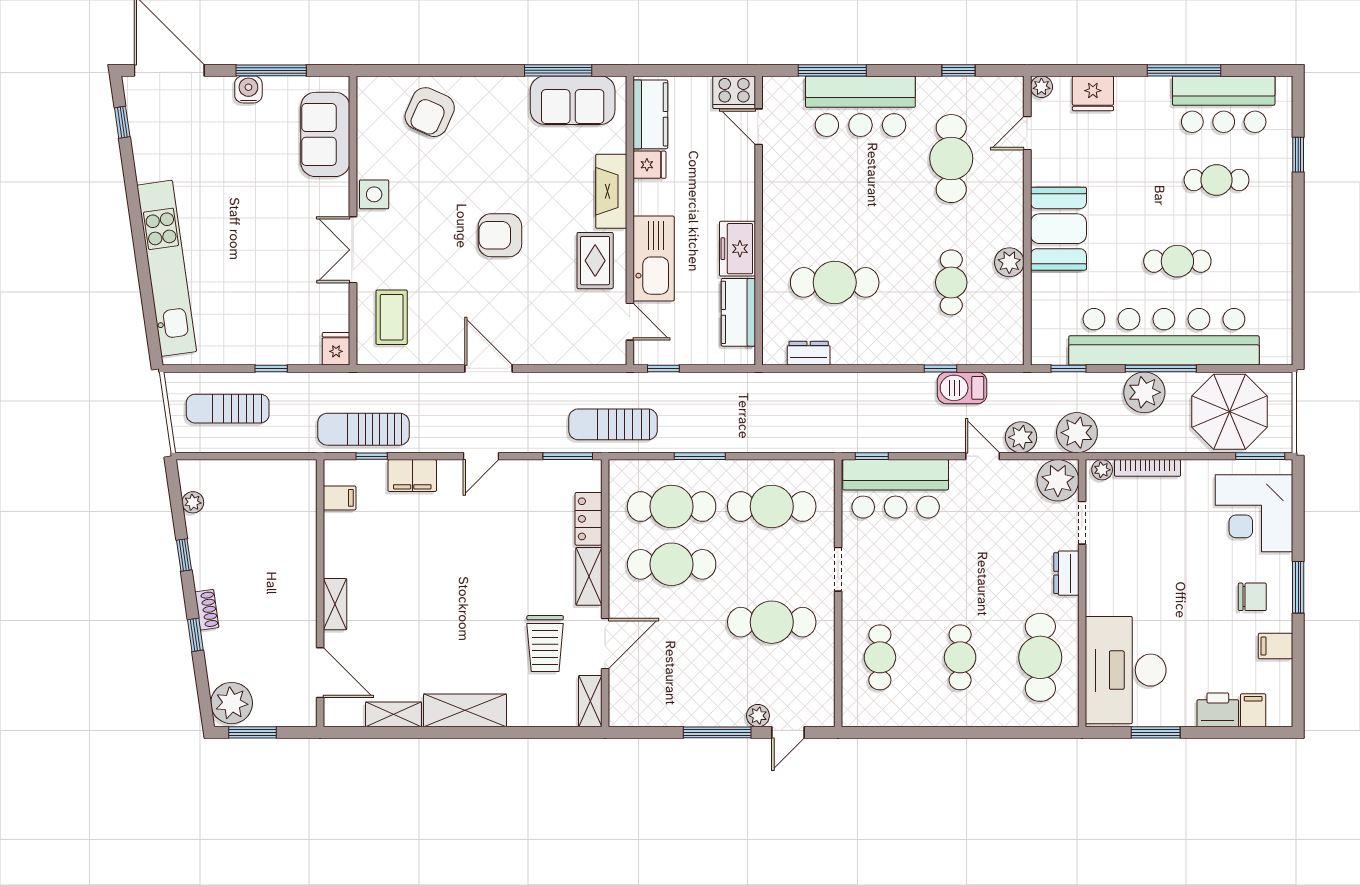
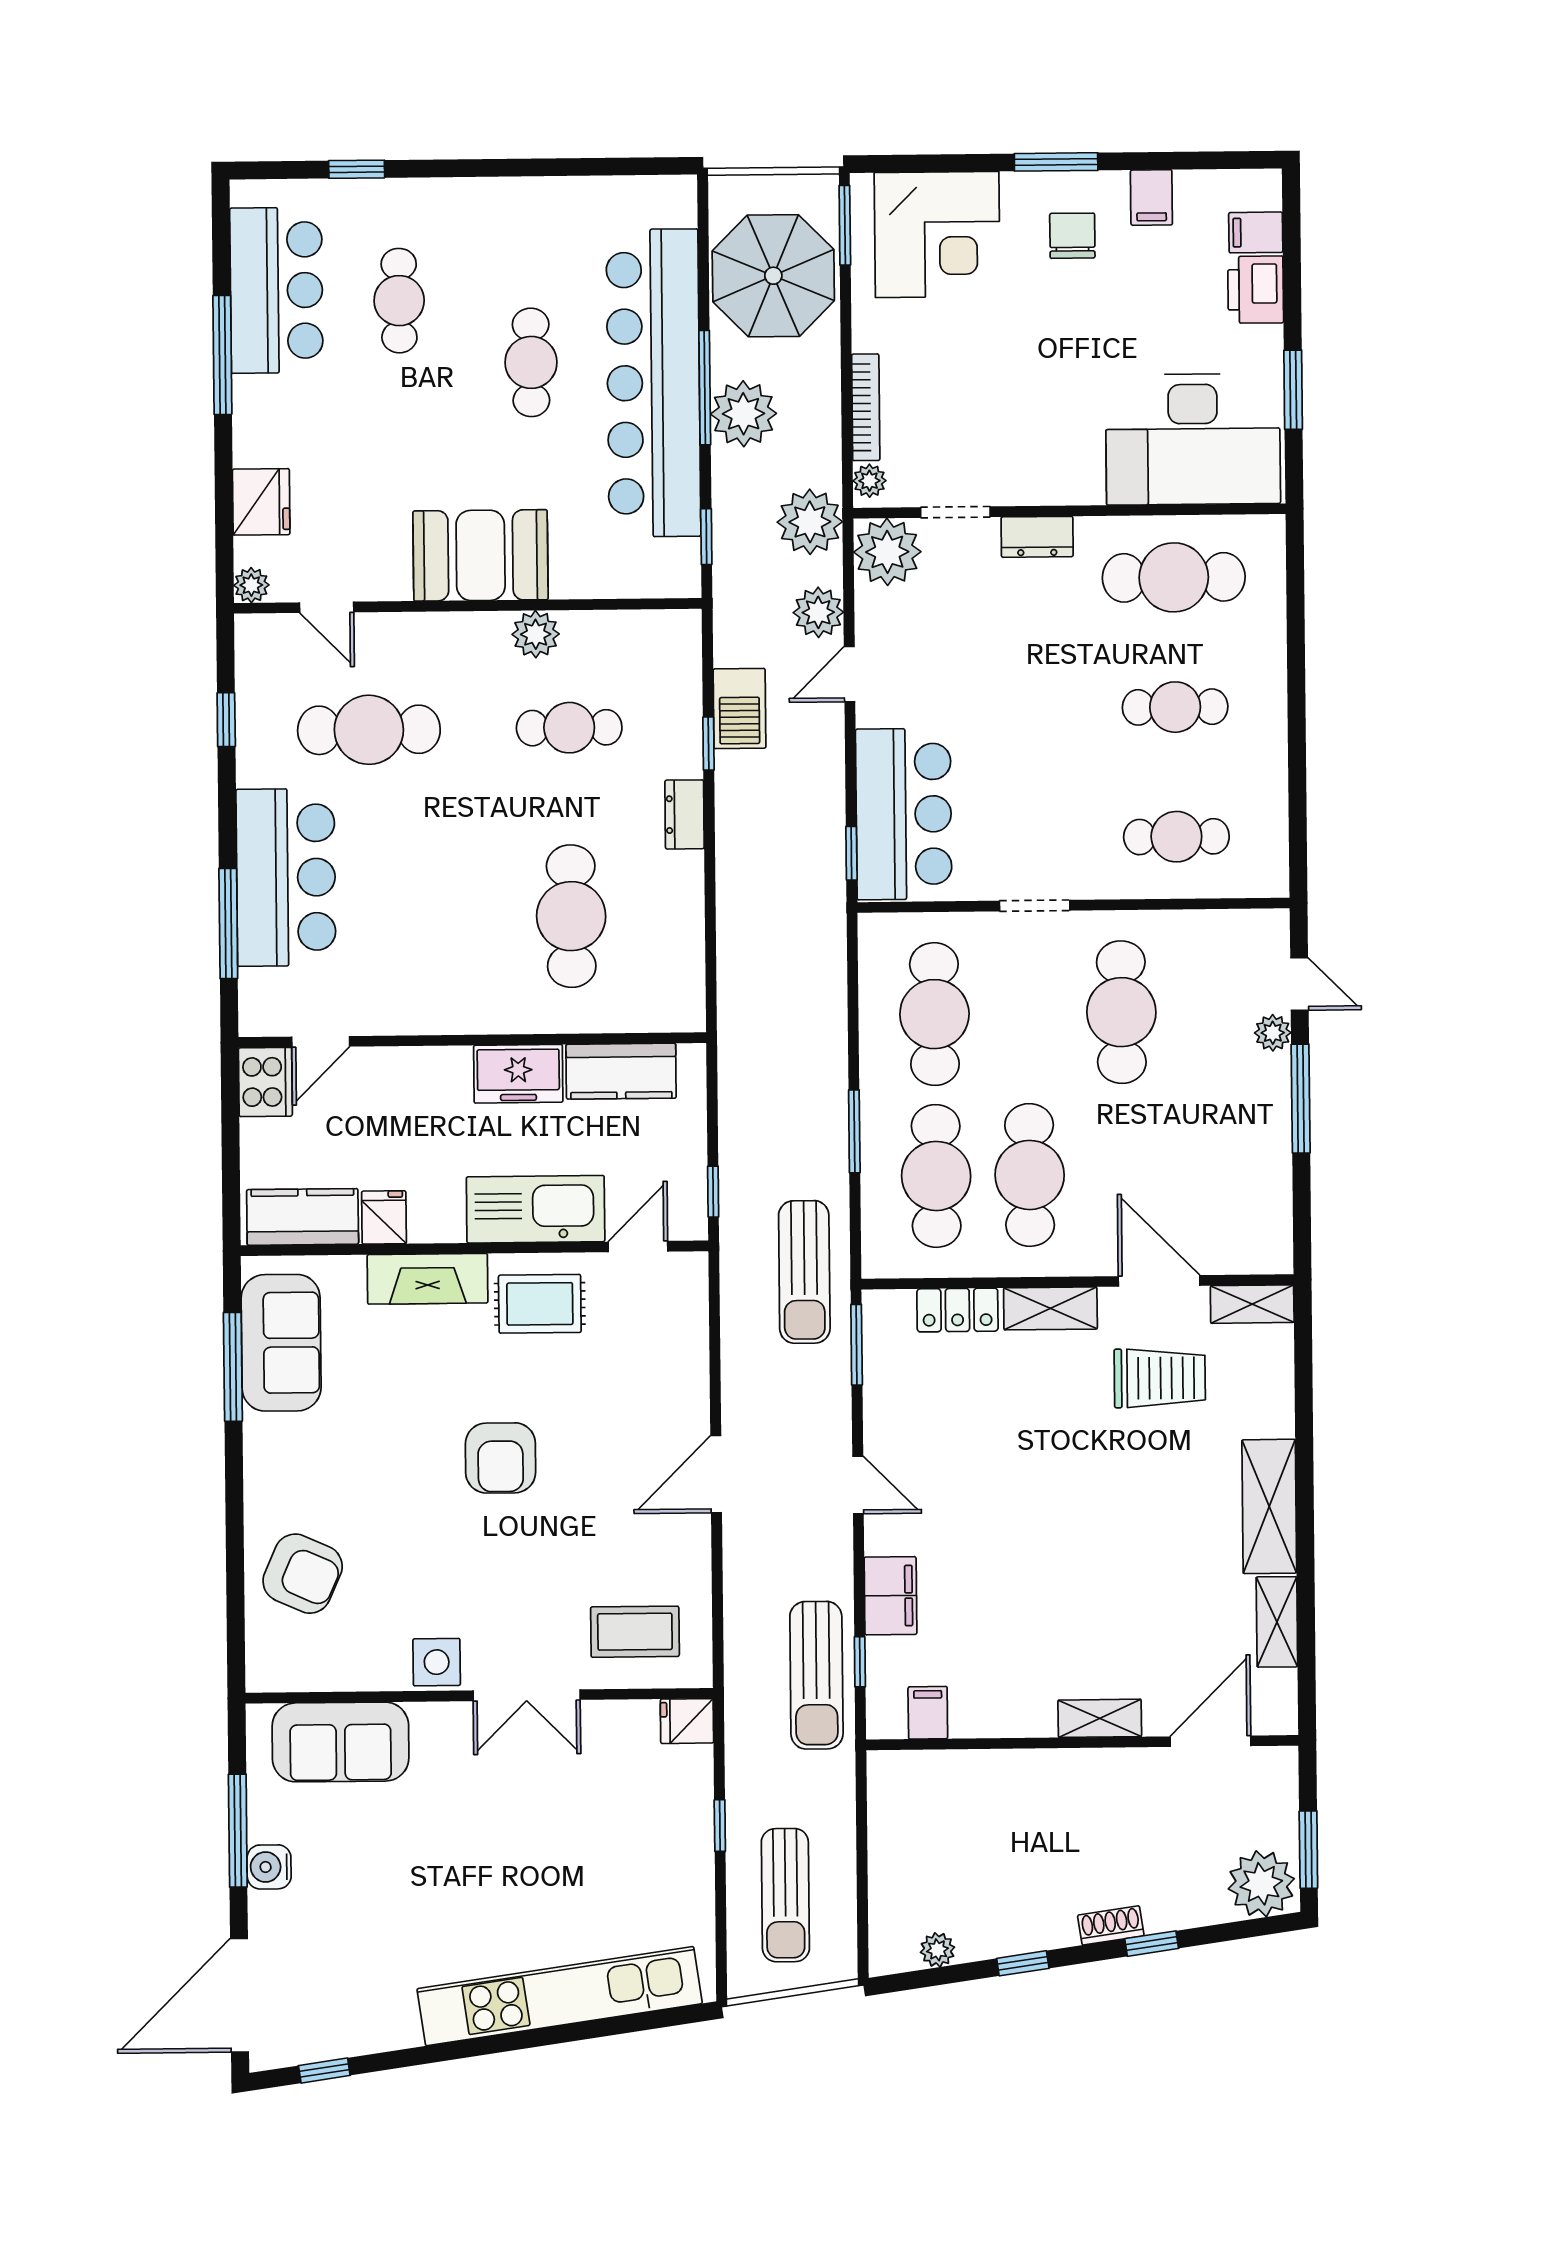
dresser: (809, 353) -> (685, 814), moved

